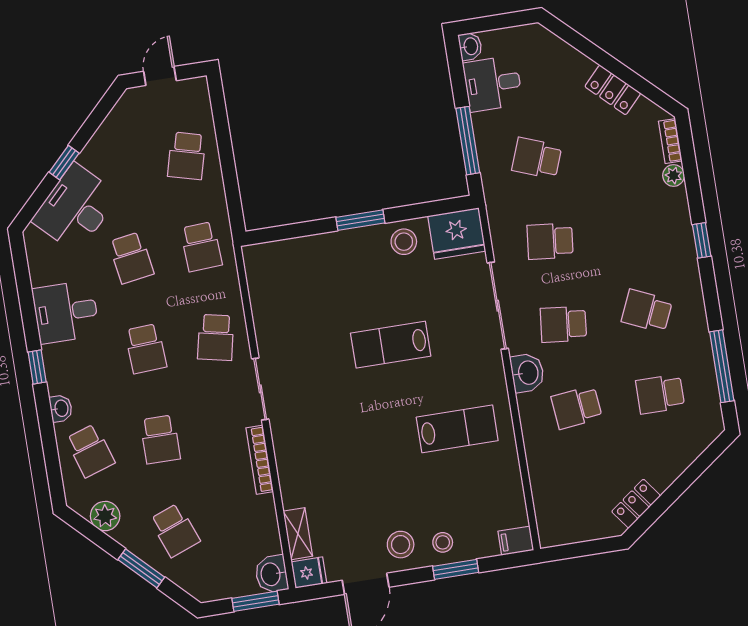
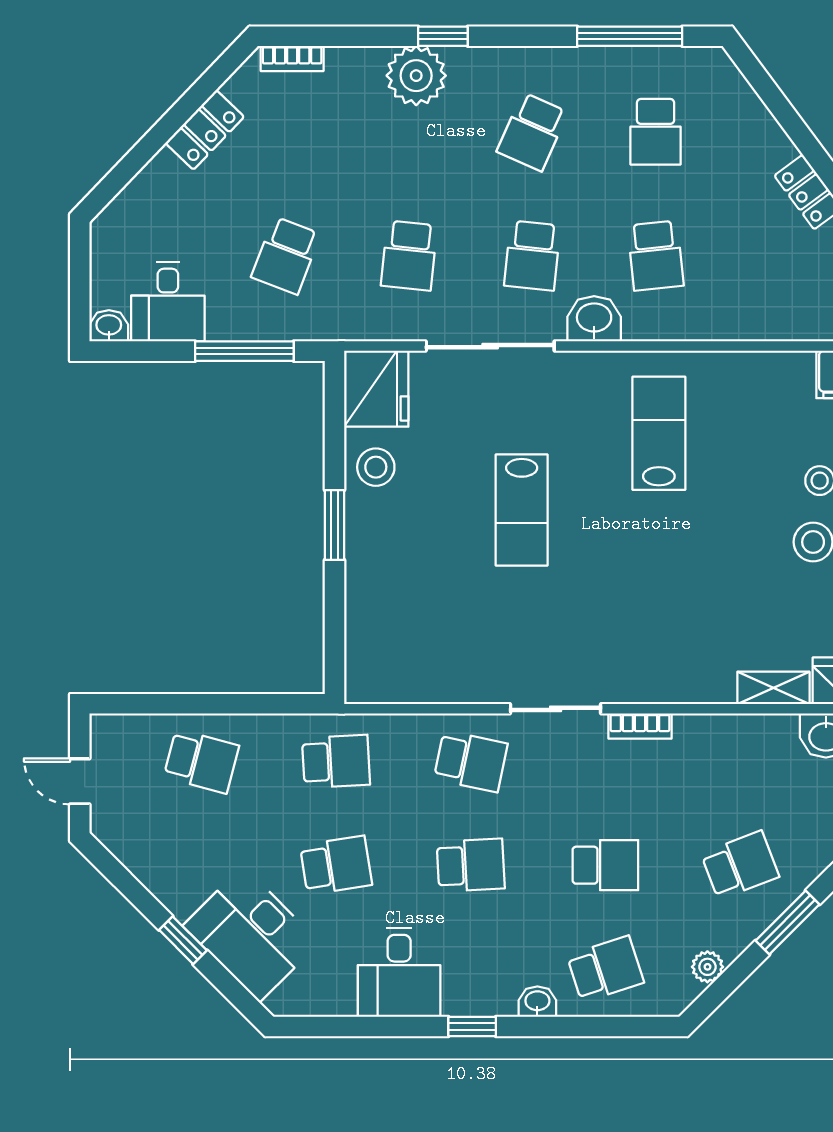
plant: (674, 175) -> (416, 76), moved, width x1.88, depth x1.88
bookcase: (260, 460) -> (640, 726), width x0.64
plant: (105, 516) -> (707, 967), width x0.73, depth x0.73

